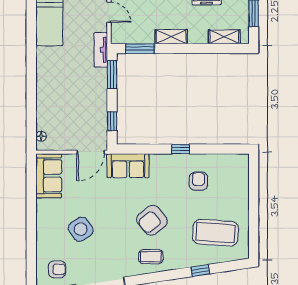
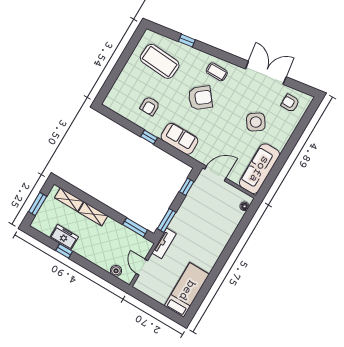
shelving: (171, 37) -> (93, 214), moved
sofa: (128, 166) -> (179, 139), moved
sofa: (49, 176) -> (259, 169), width x1.36

